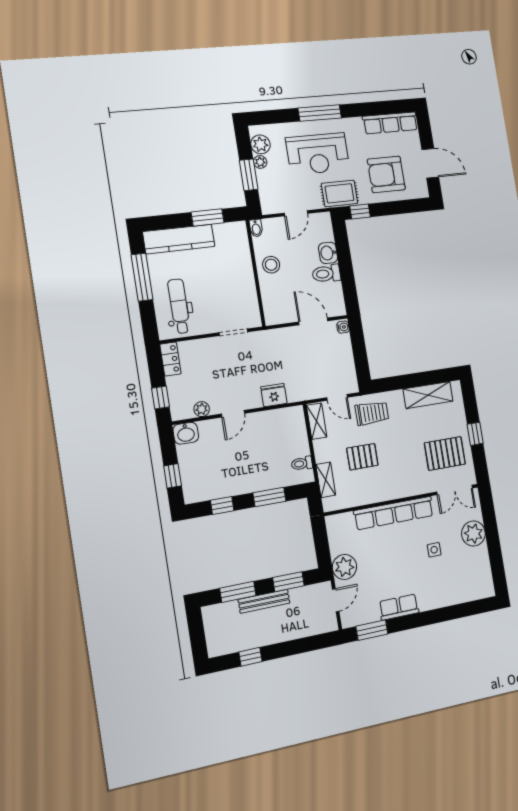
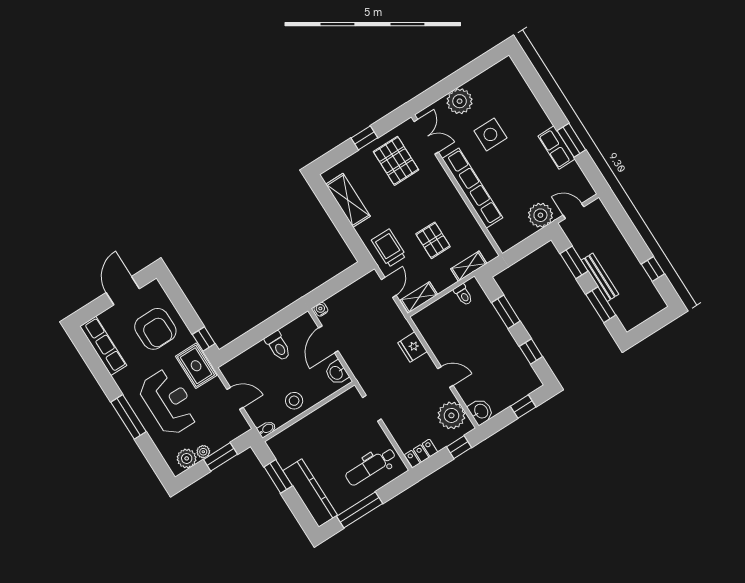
washbasin: (328, 253) -> (337, 373), moved, turned 90
plant: (202, 409) -> (451, 415), width x1.88, depth x1.88
side table: (434, 550) -> (490, 134), width x1.87, depth x1.87
window: (372, 630) -> (571, 140), moved

